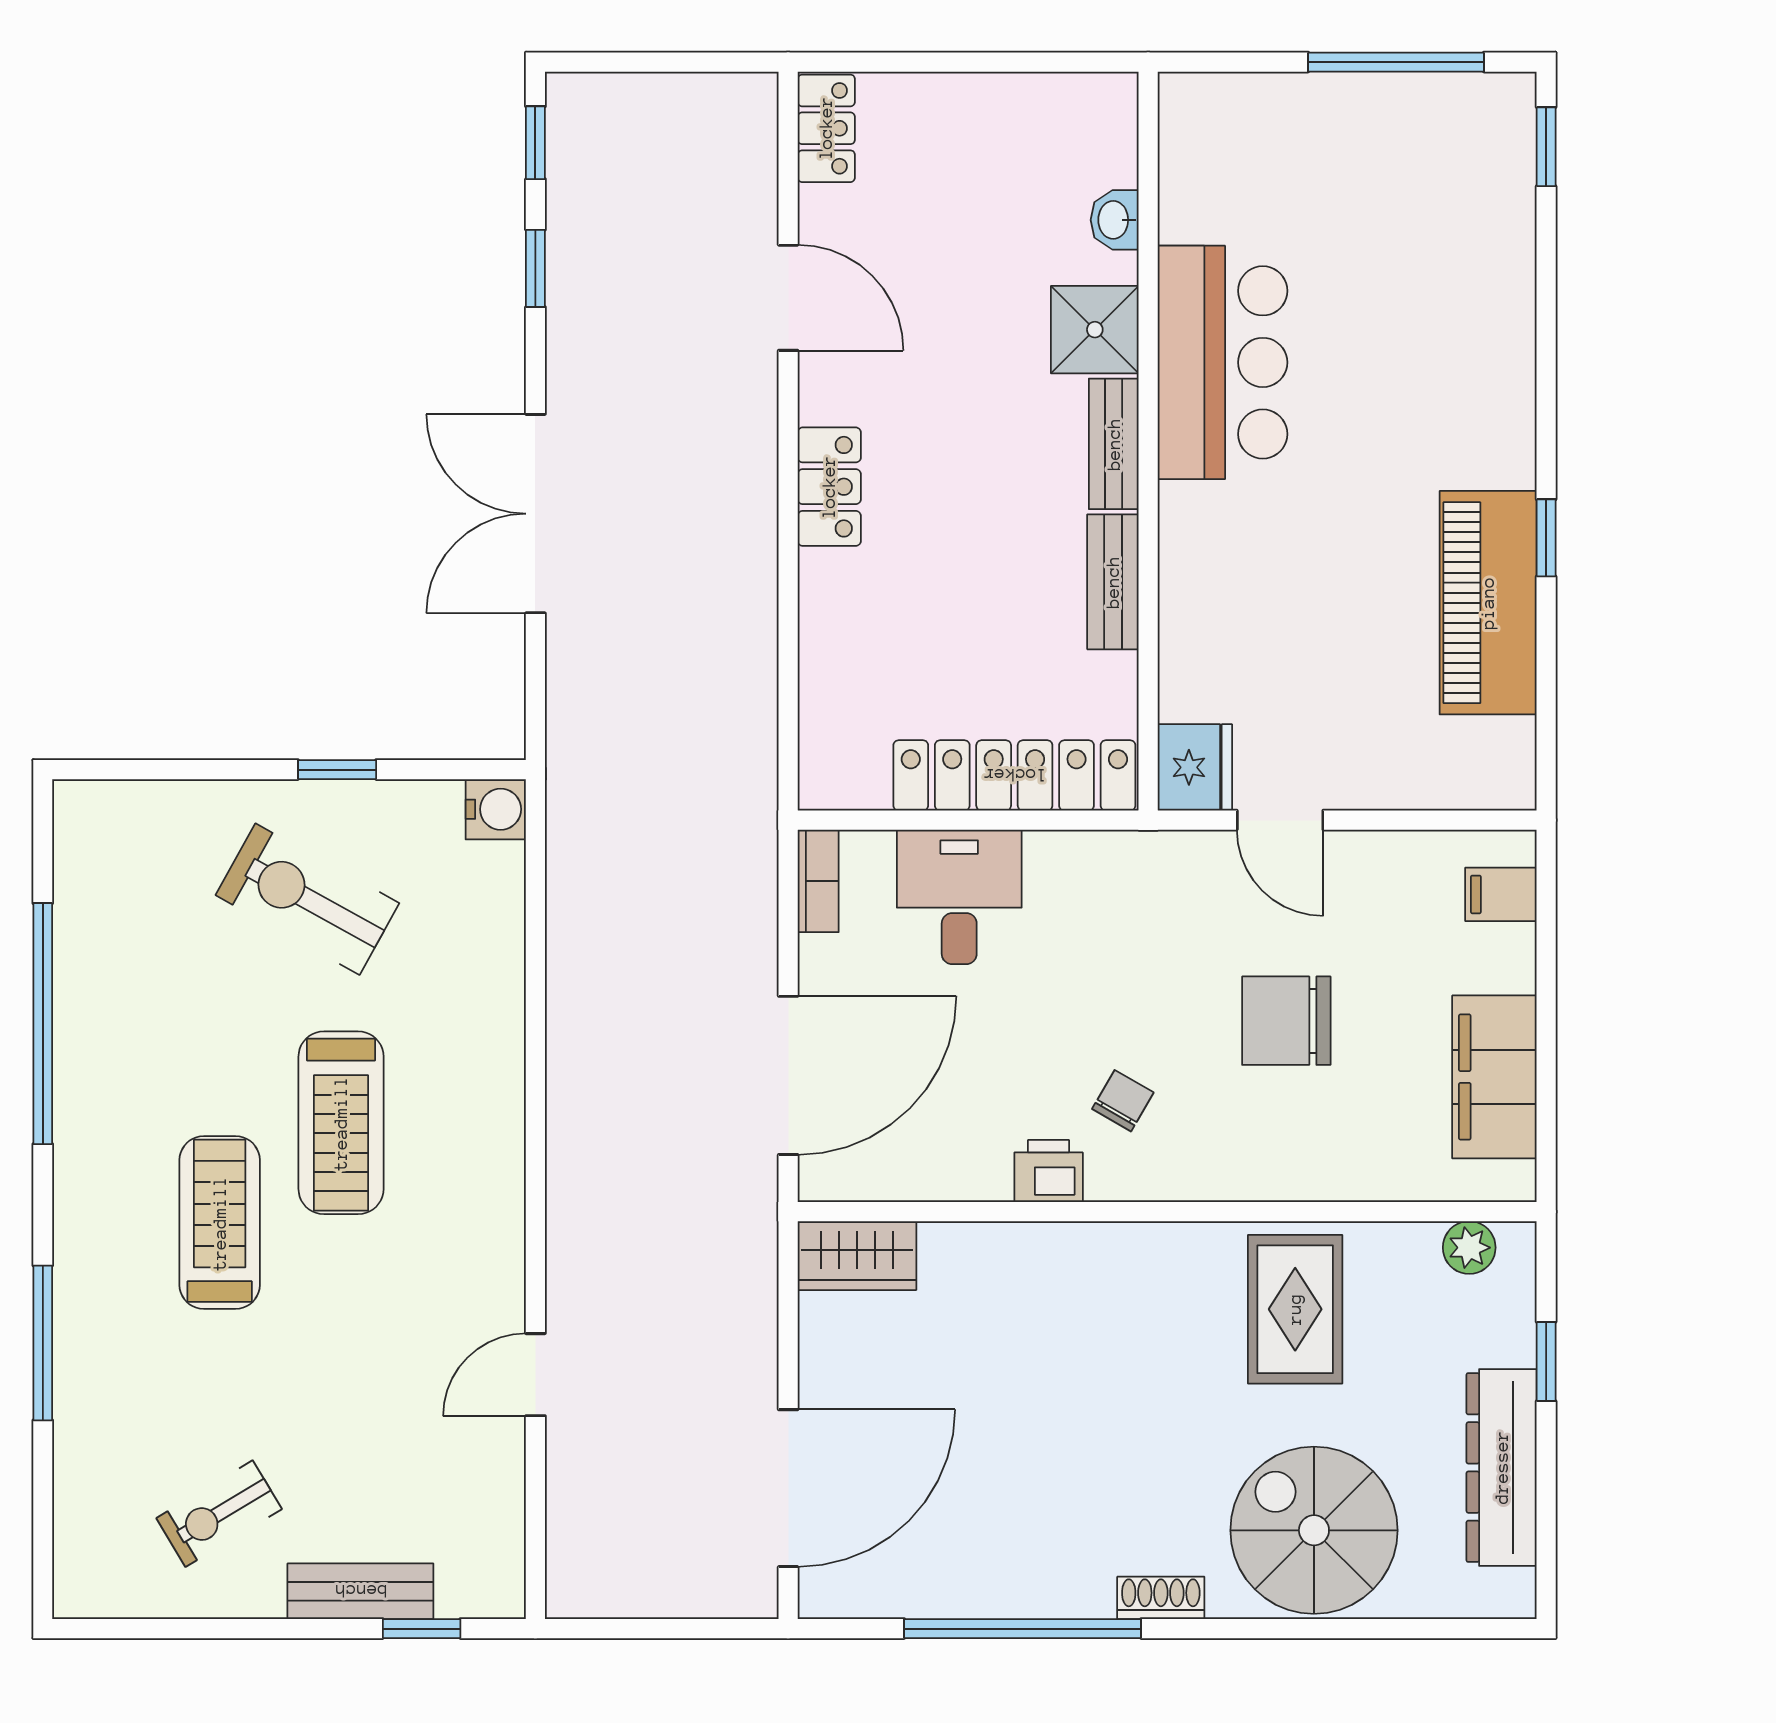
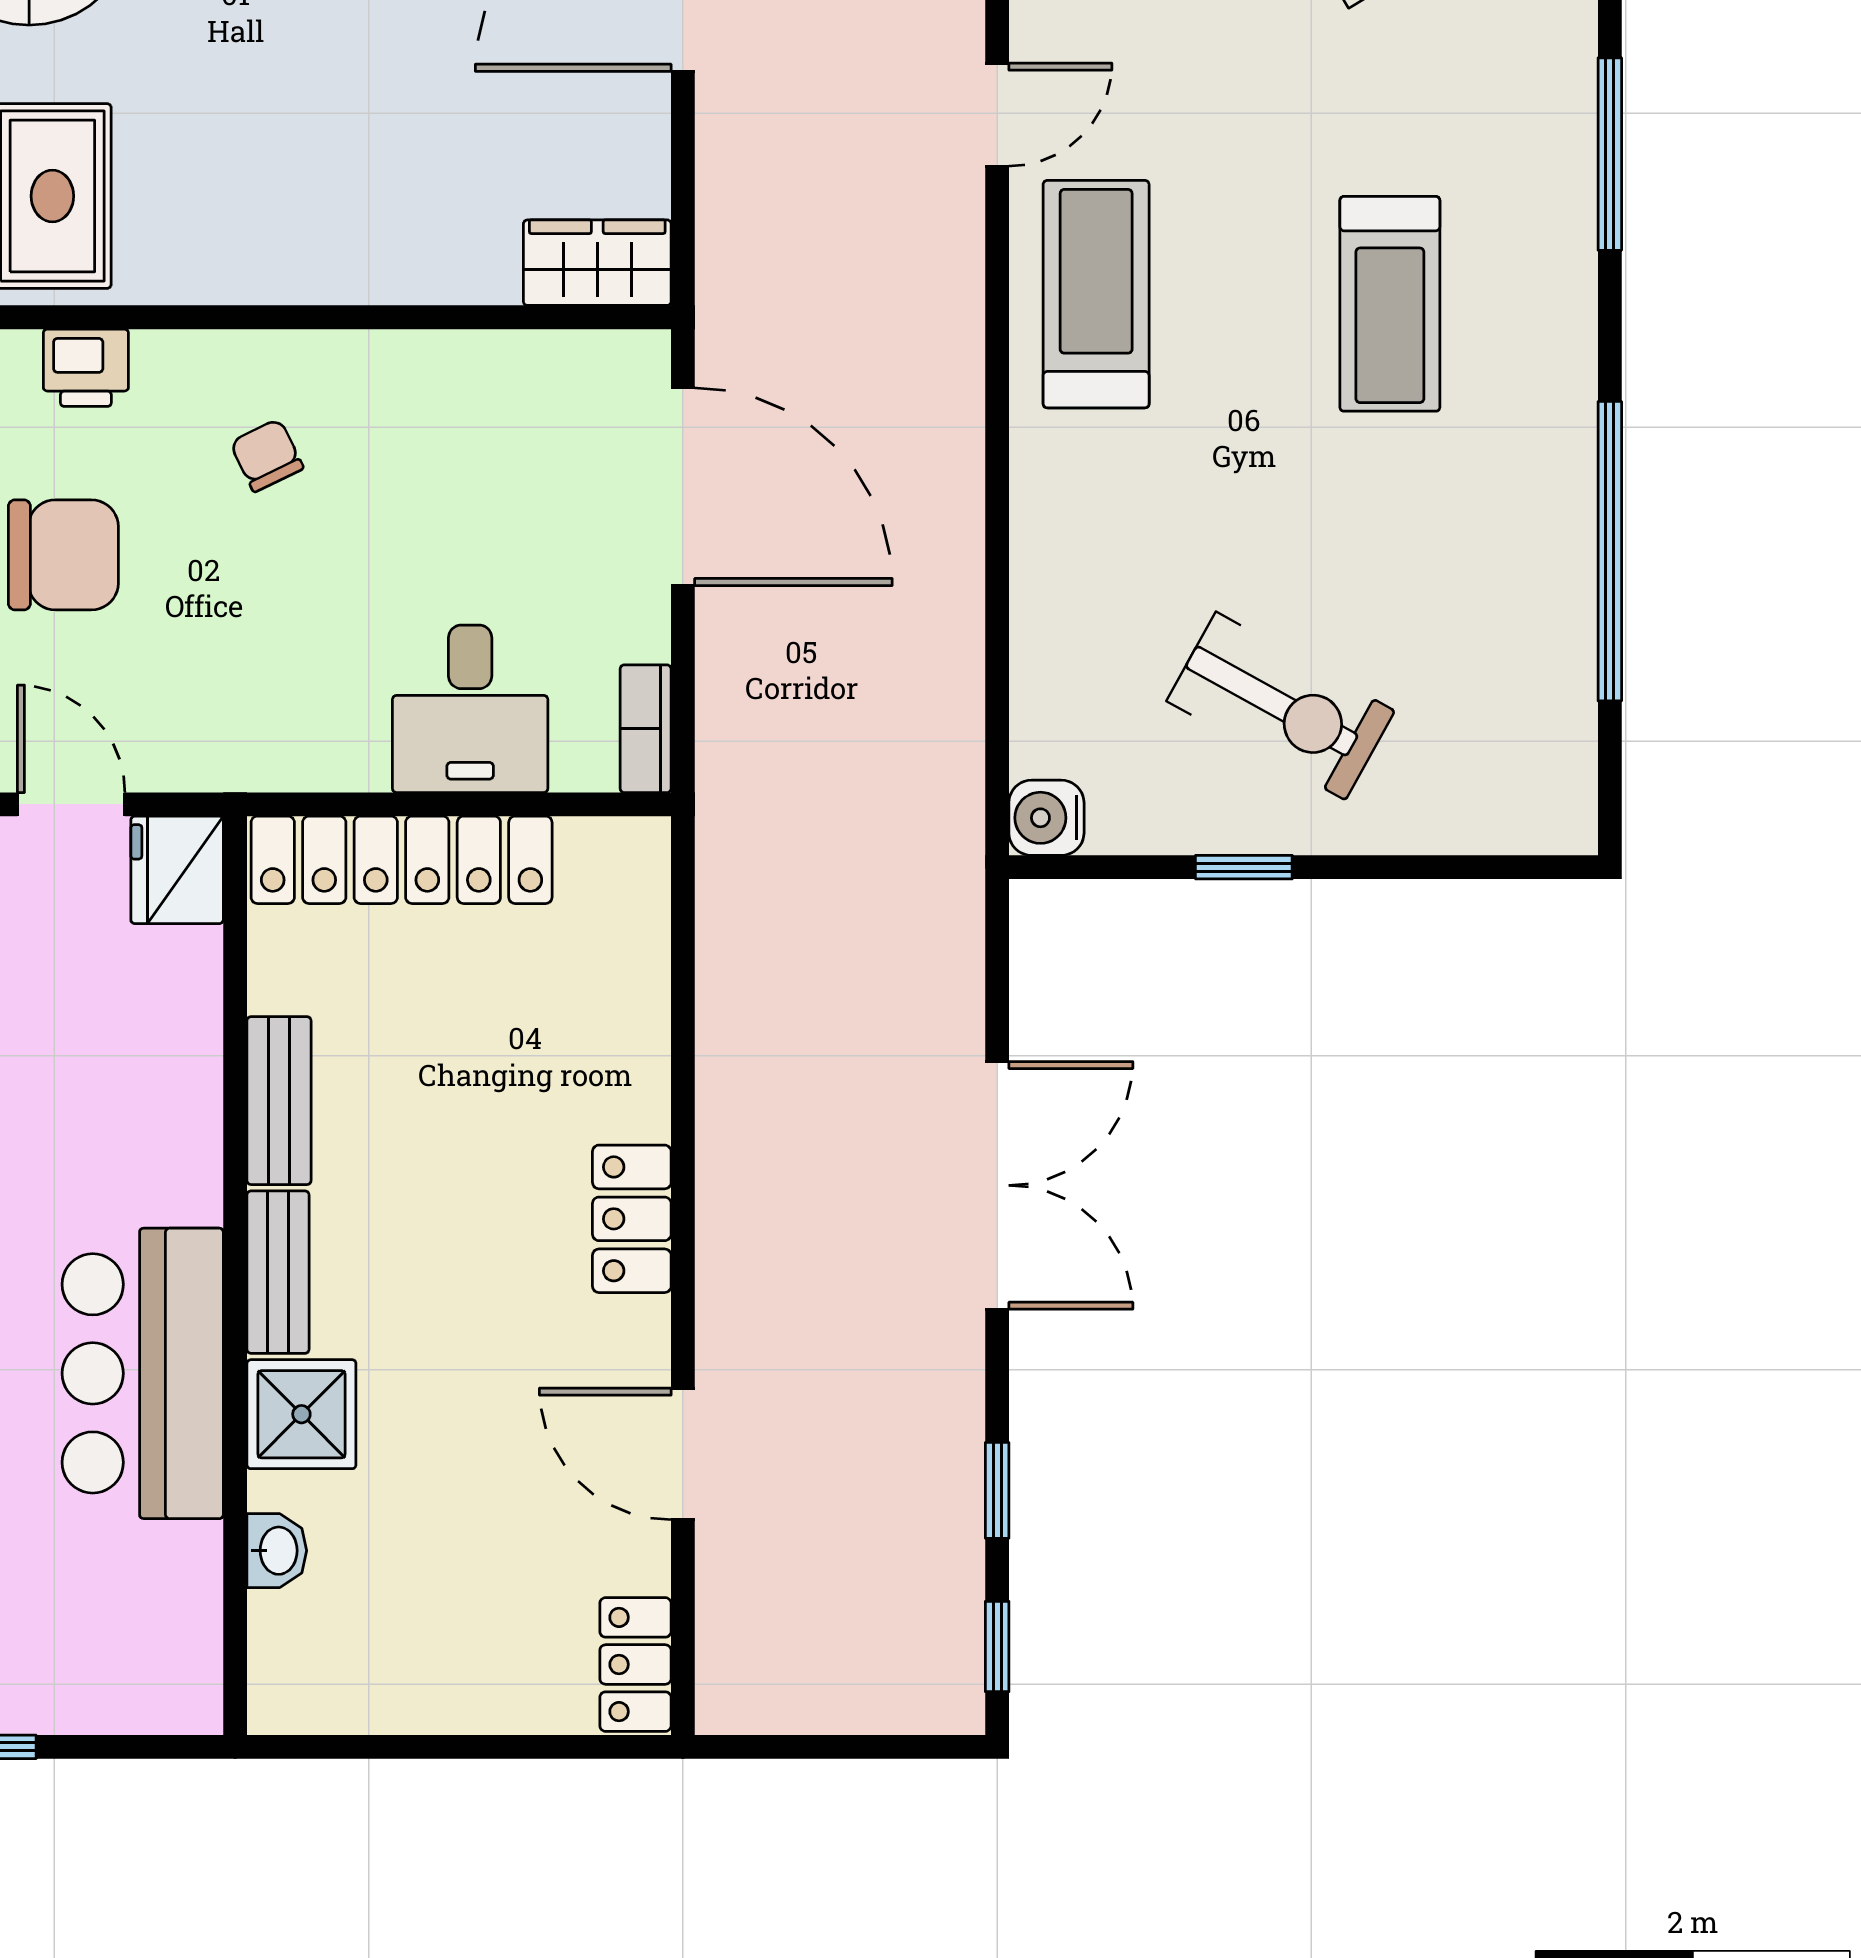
door: (788, 1075) -> (683, 487), swing flipped
chair: (1123, 1101) -> (267, 455), turned 124
treadmill: (341, 1123) -> (1096, 294), moved
printer: (1049, 1171) -> (86, 368), moved

